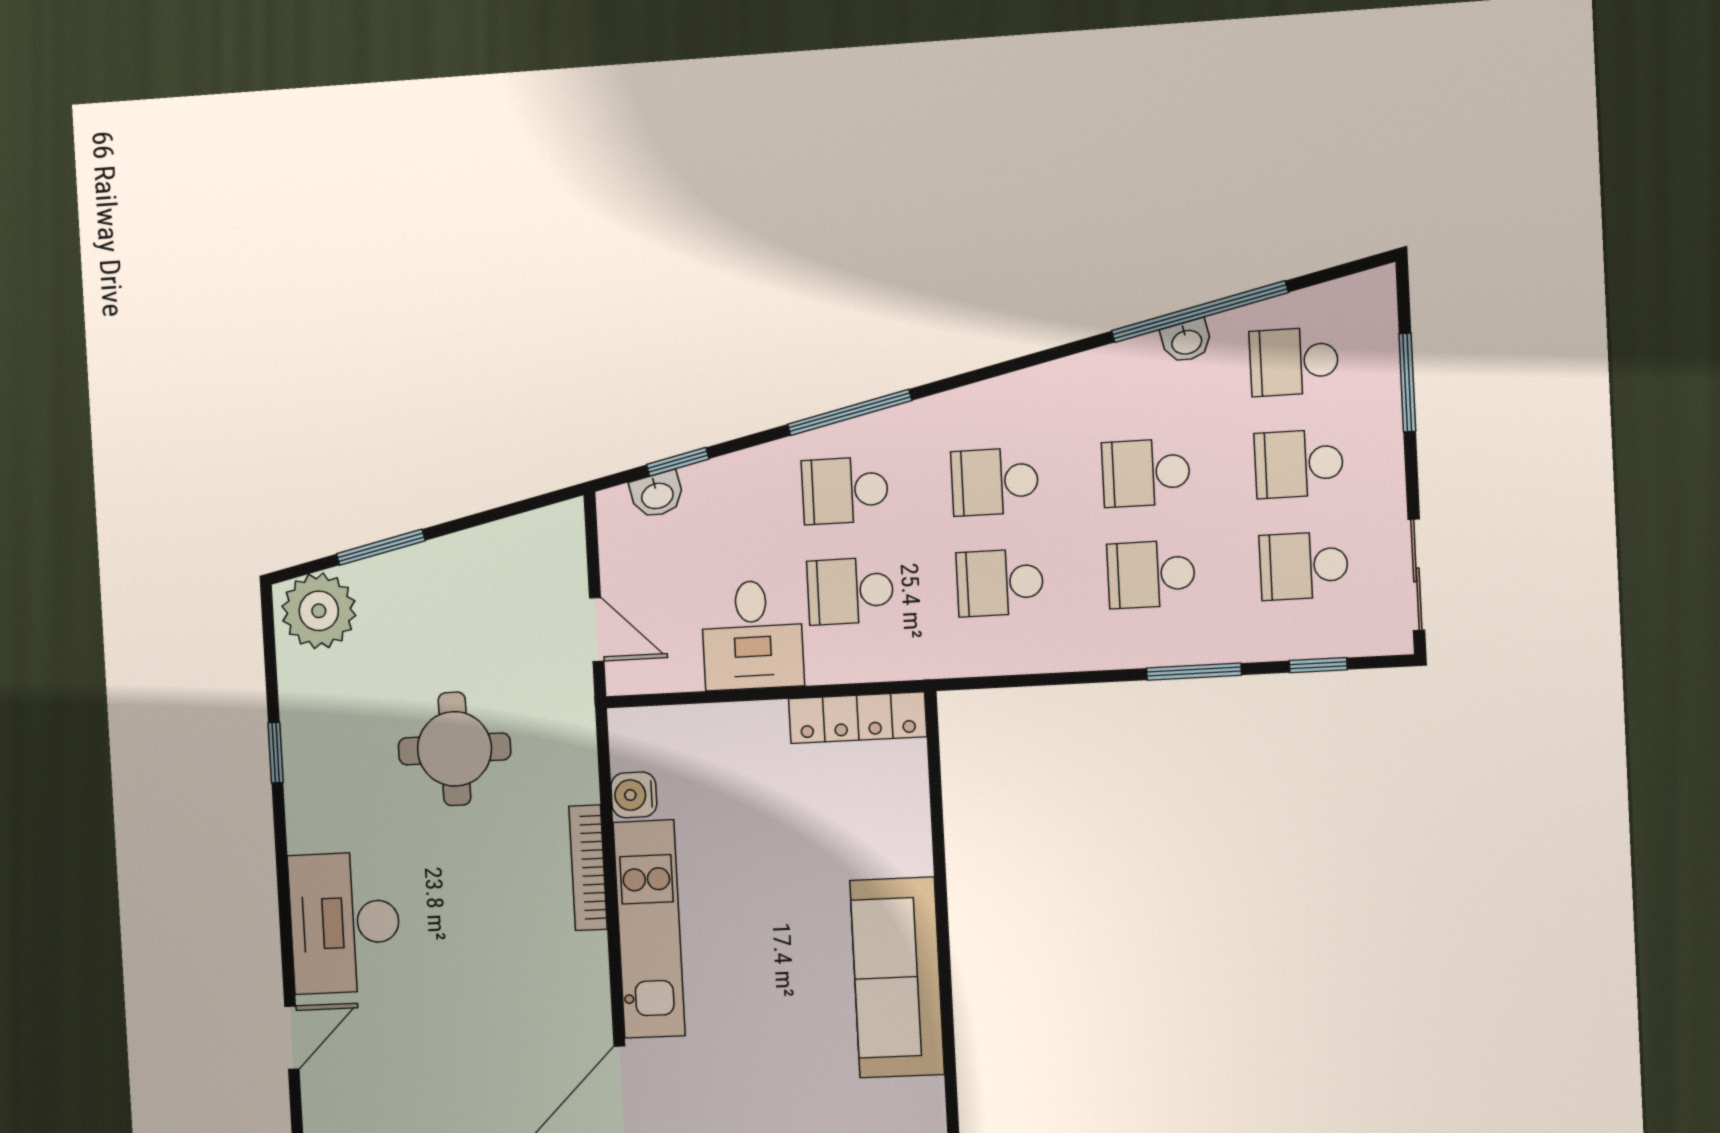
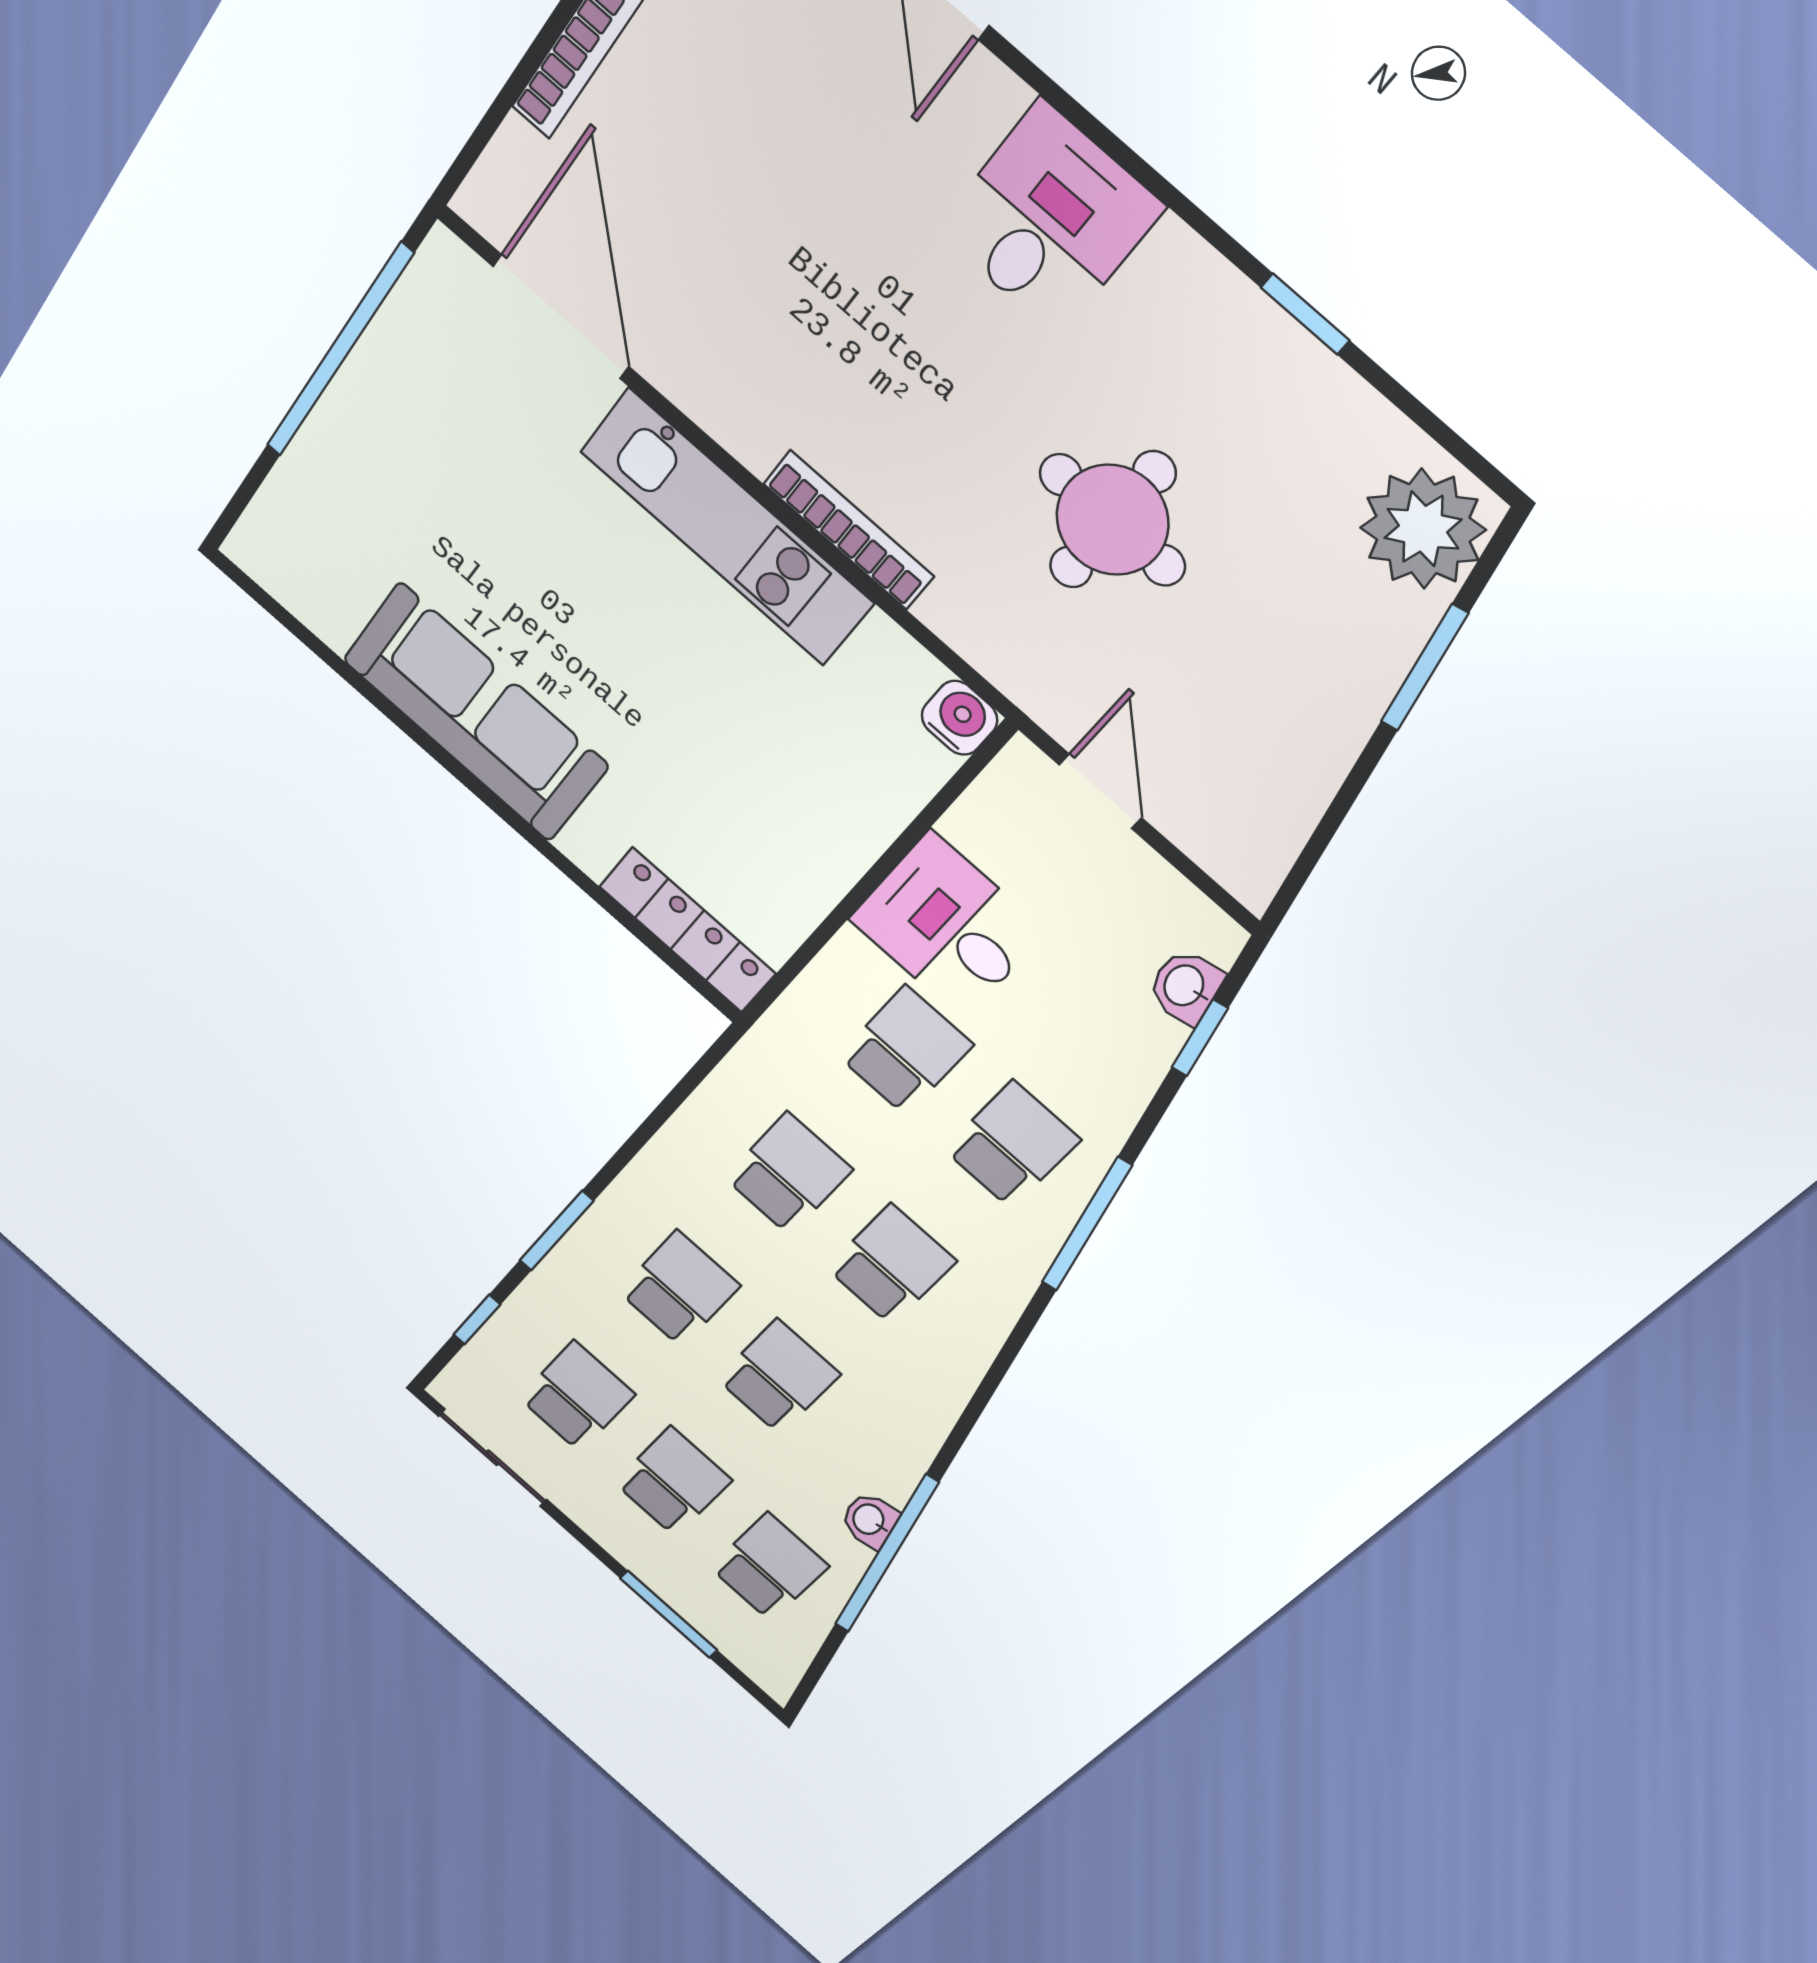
door: (597, 629) -> (1100, 791), swing flipped
locker: (858, 718) -> (687, 930), moved, turned 90
water cooler: (634, 795) -> (959, 718), moved
desk: (345, 923) -> (1049, 219), width x0.73

